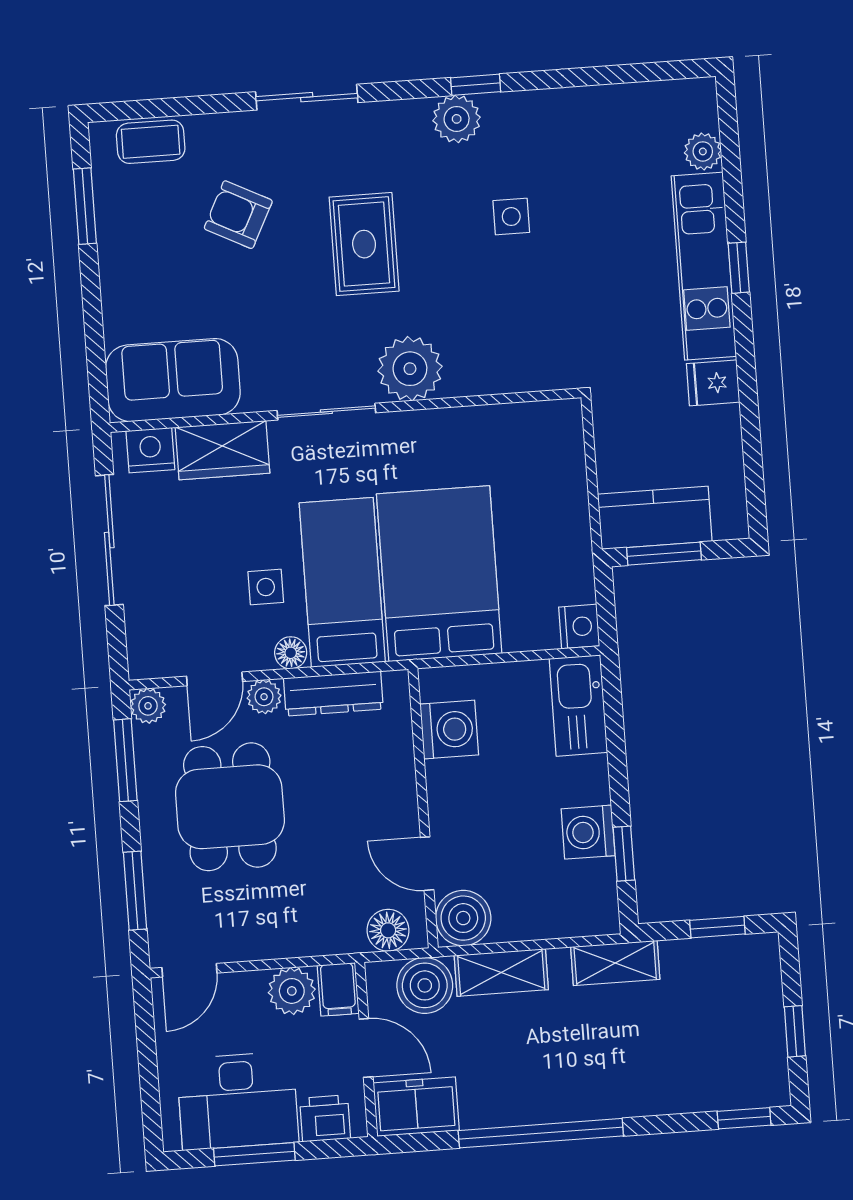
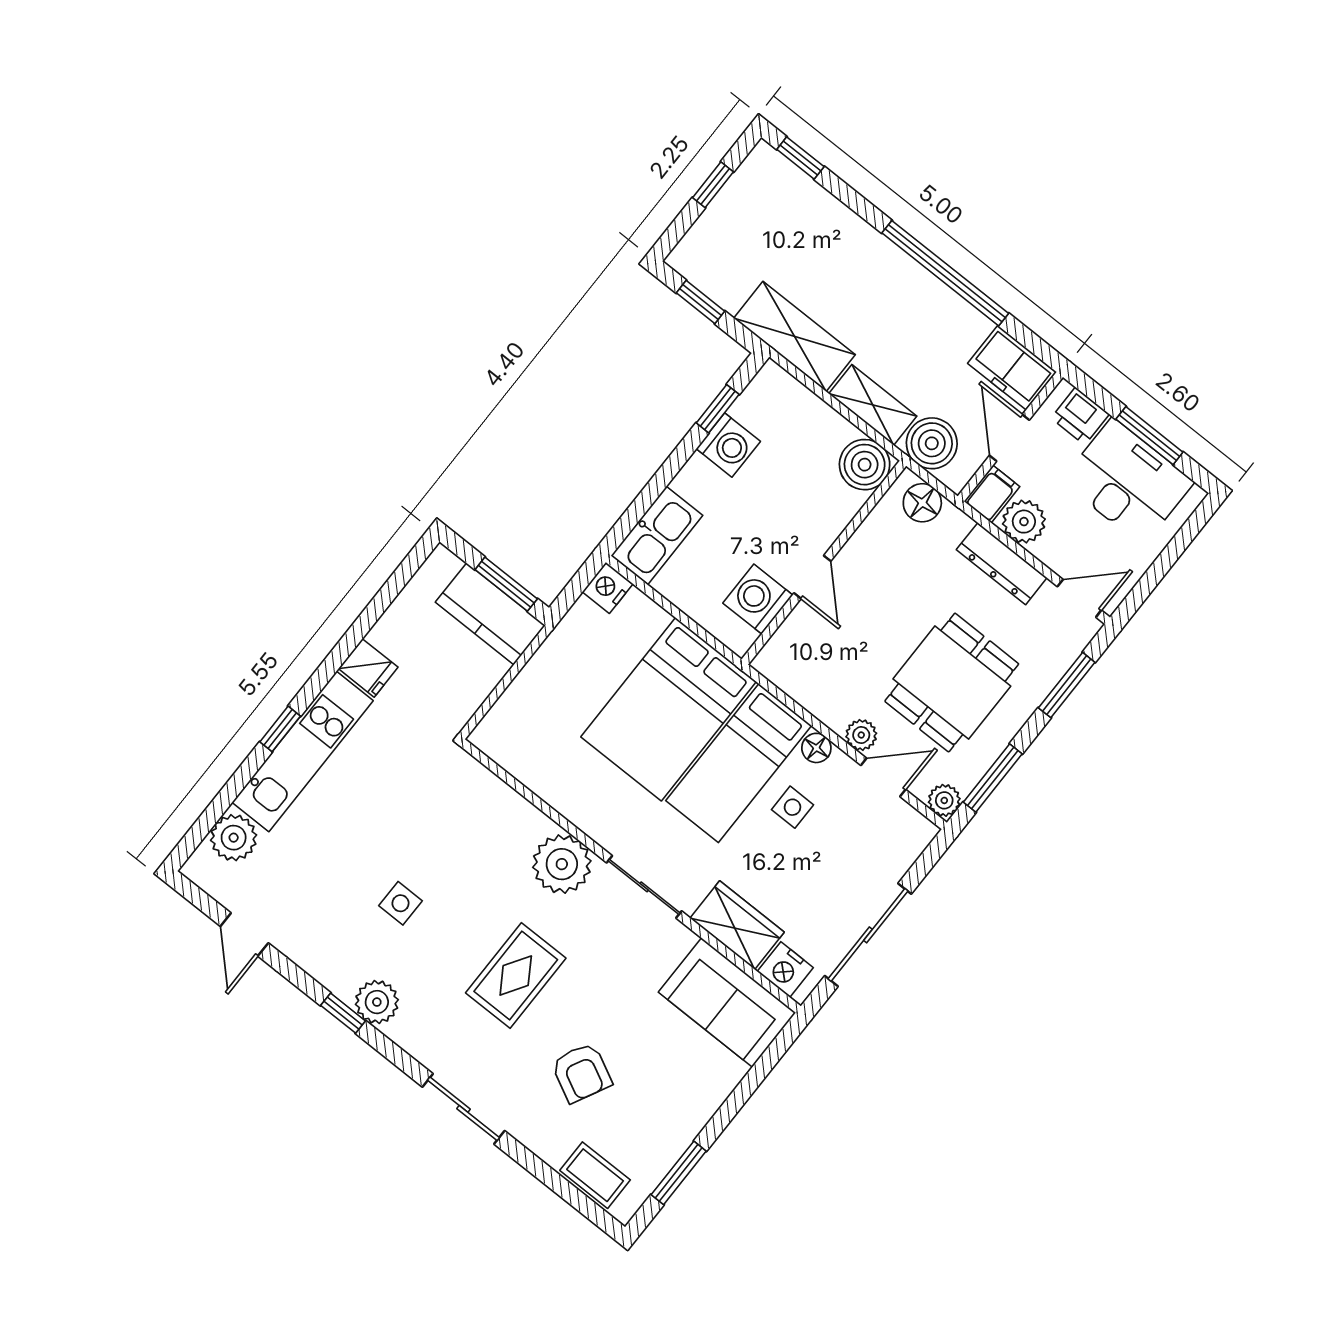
door: (614, 75) -> (244, 935), added
plant: (703, 151) -> (234, 838), width x1.38, depth x1.38
dresser: (333, 694) -> (1002, 564), moved, turned 180
door: (427, 864) -> (812, 577), moved
shelving: (615, 963) -> (794, 336), width x1.50, depth x1.33

